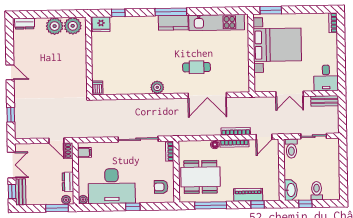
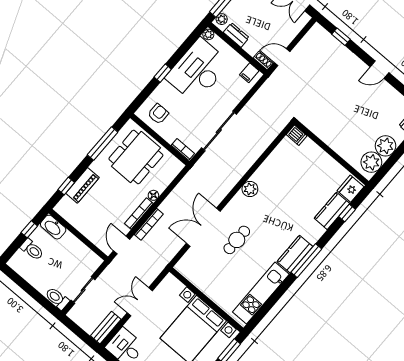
kitchen counter: (125, 24) -> (332, 211), added
toilet: (291, 148) -> (57, 298), moved

